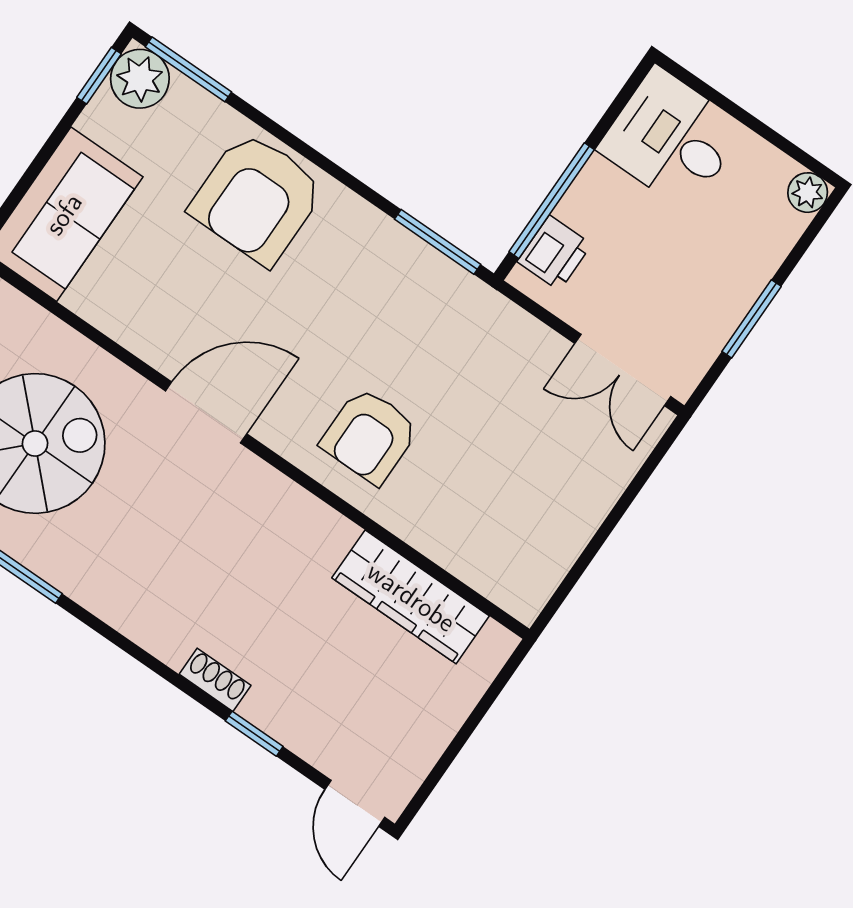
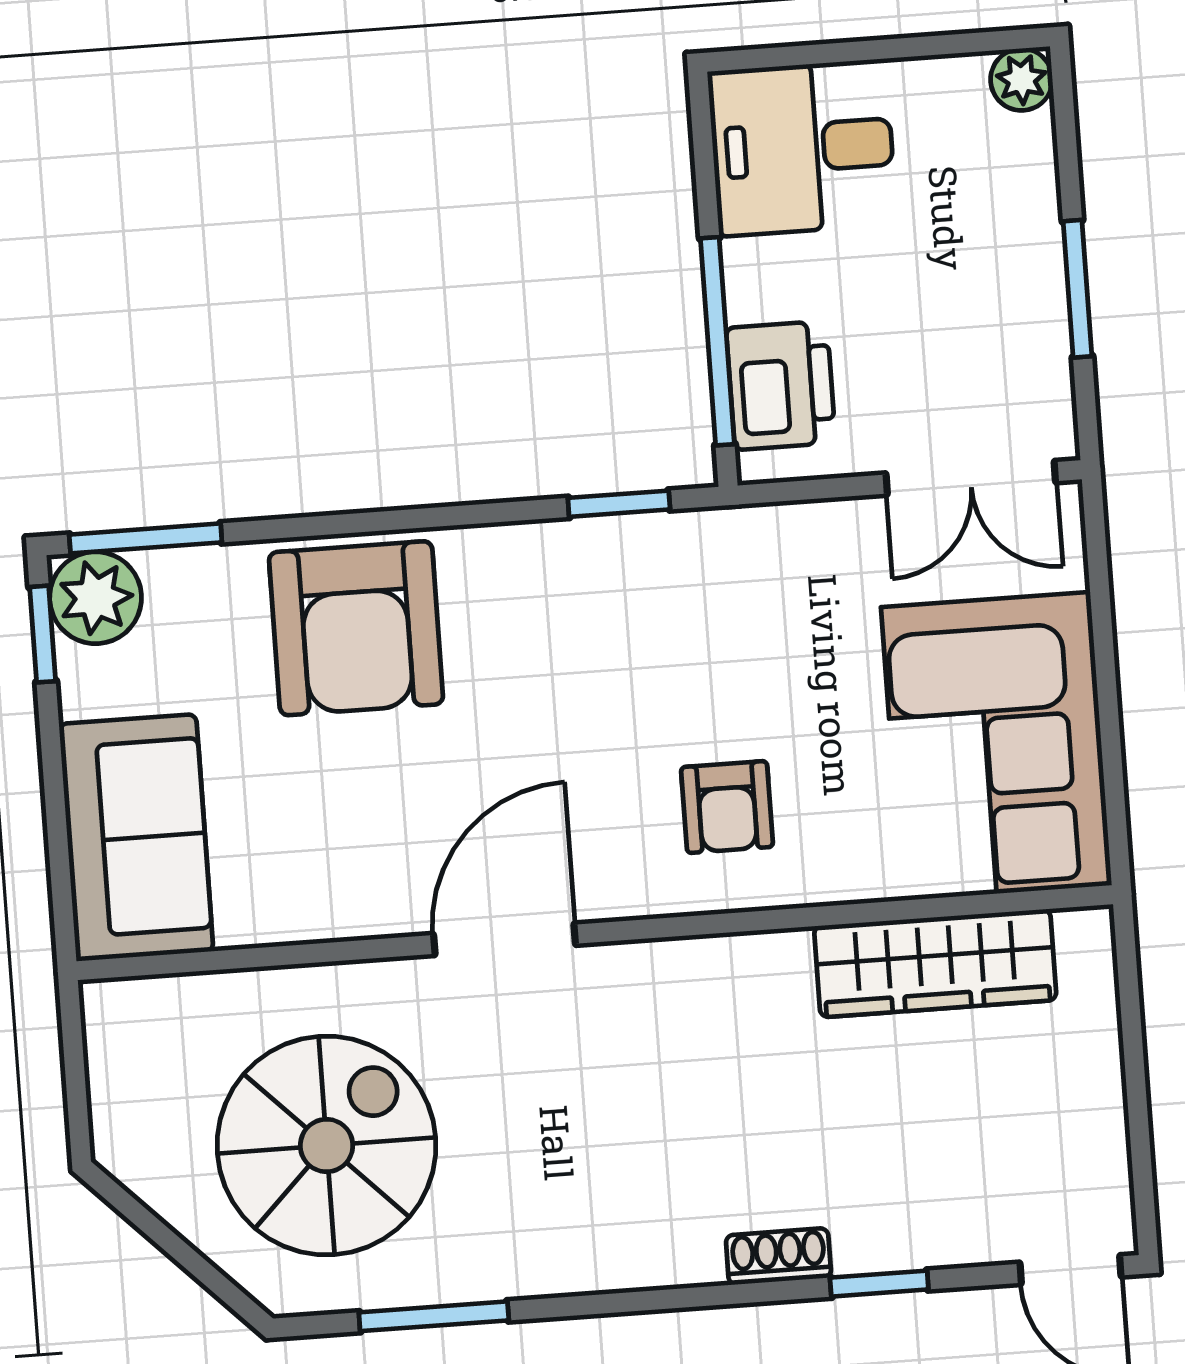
window: (438, 242) -> (619, 504), width x0.67
printer: (554, 253) -> (781, 385), width x1.36, depth x1.24
armchair: (370, 436) -> (727, 807), width x0.72, depth x0.72
corner sofa: (528, 514) -> (996, 746), added

